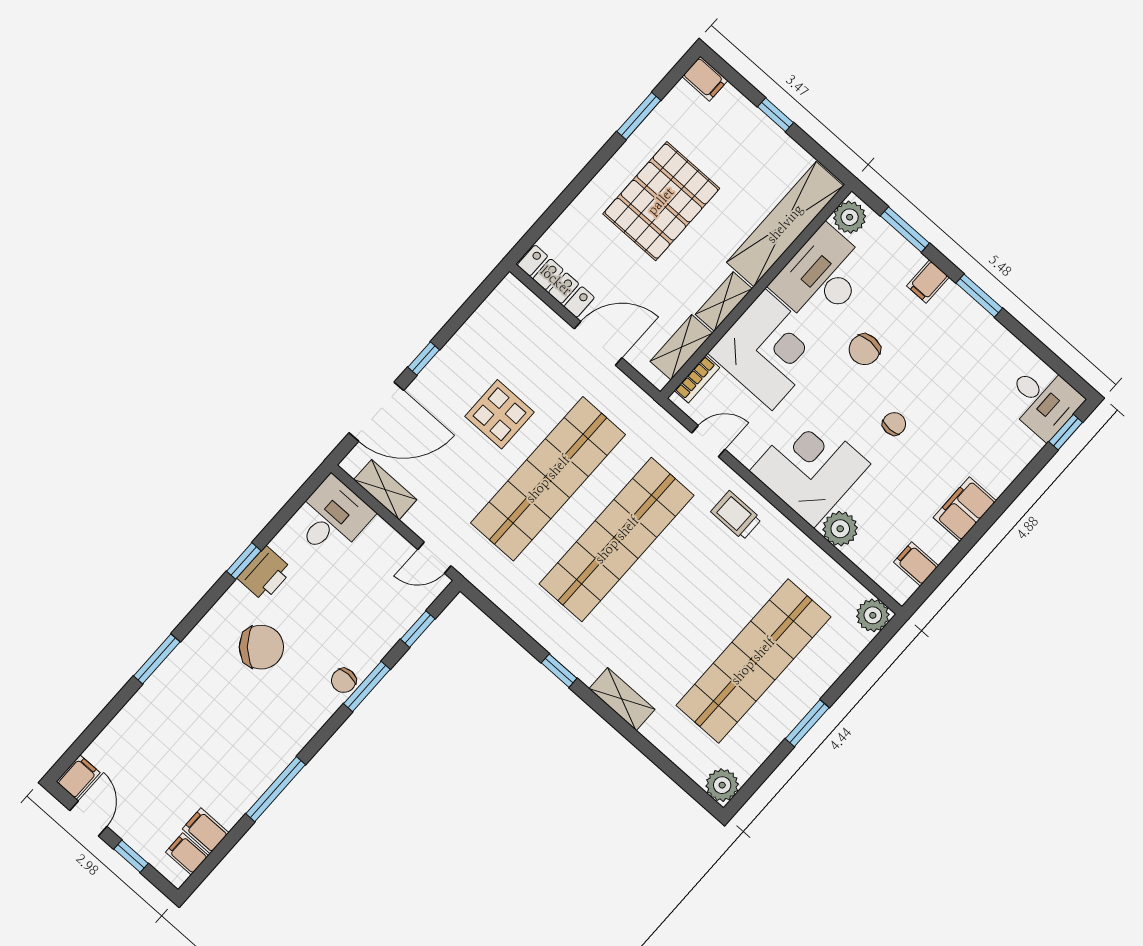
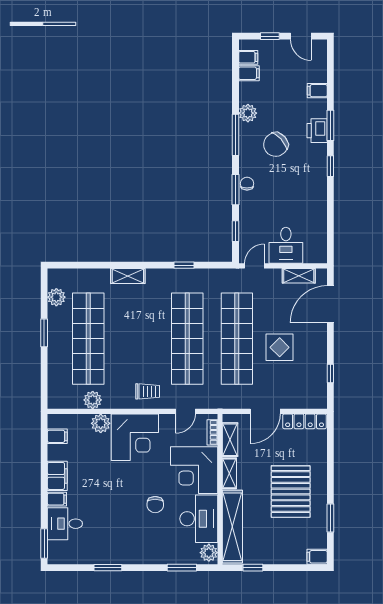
window: (776, 115) -> (253, 568), moved
filing cabinet: (928, 281) -> (57, 499), moved, turned 90
window: (979, 296) -> (108, 568), moved
chair: (865, 349) -> (155, 505), turned 180
window: (424, 358) -> (330, 373), moved
desk: (1043, 400) -> (65, 524), moved
chair: (894, 424) -> (117, 485), removed
window: (1066, 432) -> (44, 543), width x1.50
desk: (332, 518) -> (286, 245), moved
window: (244, 561) -> (330, 166), moved
printer: (265, 574) -> (317, 131), moved
plant: (873, 615) -> (93, 400), moved
chair: (261, 647) -> (276, 144), moved
window: (559, 671) -> (184, 265), moved
filing cabinet: (78, 777) -> (317, 91), moved, turned 90
plant: (256, 777) -> (248, 113), added
plant: (722, 785) -> (56, 297), moved
window: (276, 789) -> (236, 135), moved

